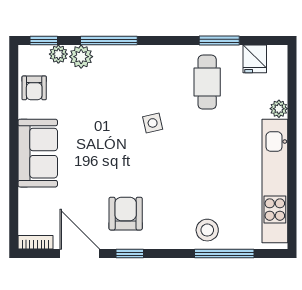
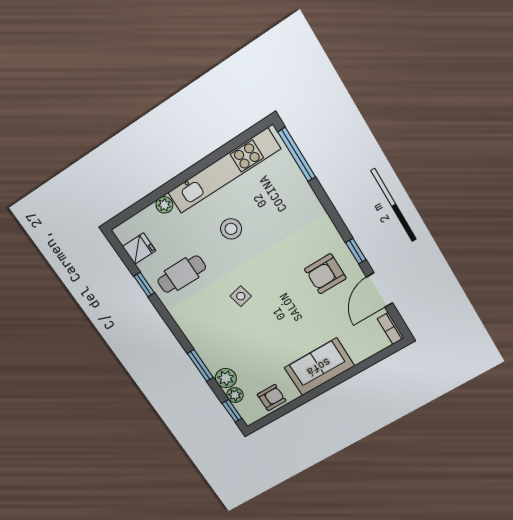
window: (109, 41) -> (200, 365), width x0.69
window: (219, 41) -> (144, 285), width x0.67
stool: (207, 230) -> (231, 229), moved
window: (224, 254) -> (297, 155), moved

